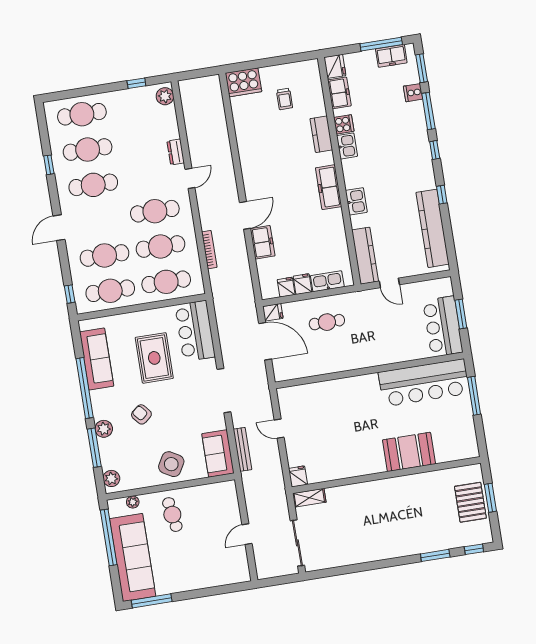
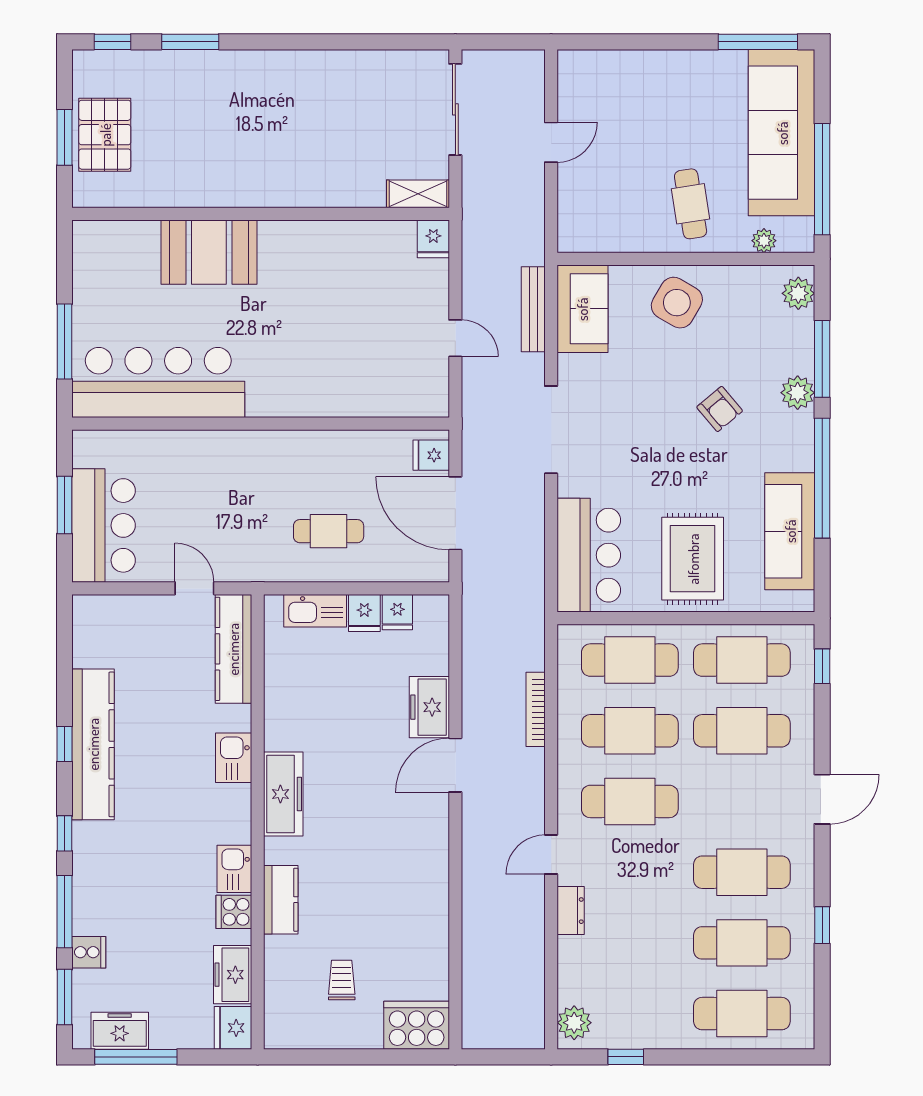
kitchen counter: (433, 228) -> (93, 744), moved
fridge: (273, 312) -> (431, 455), moved
bar counter: (443, 326) -> (104, 525), moved
rug: (154, 358) -> (693, 559), moved

